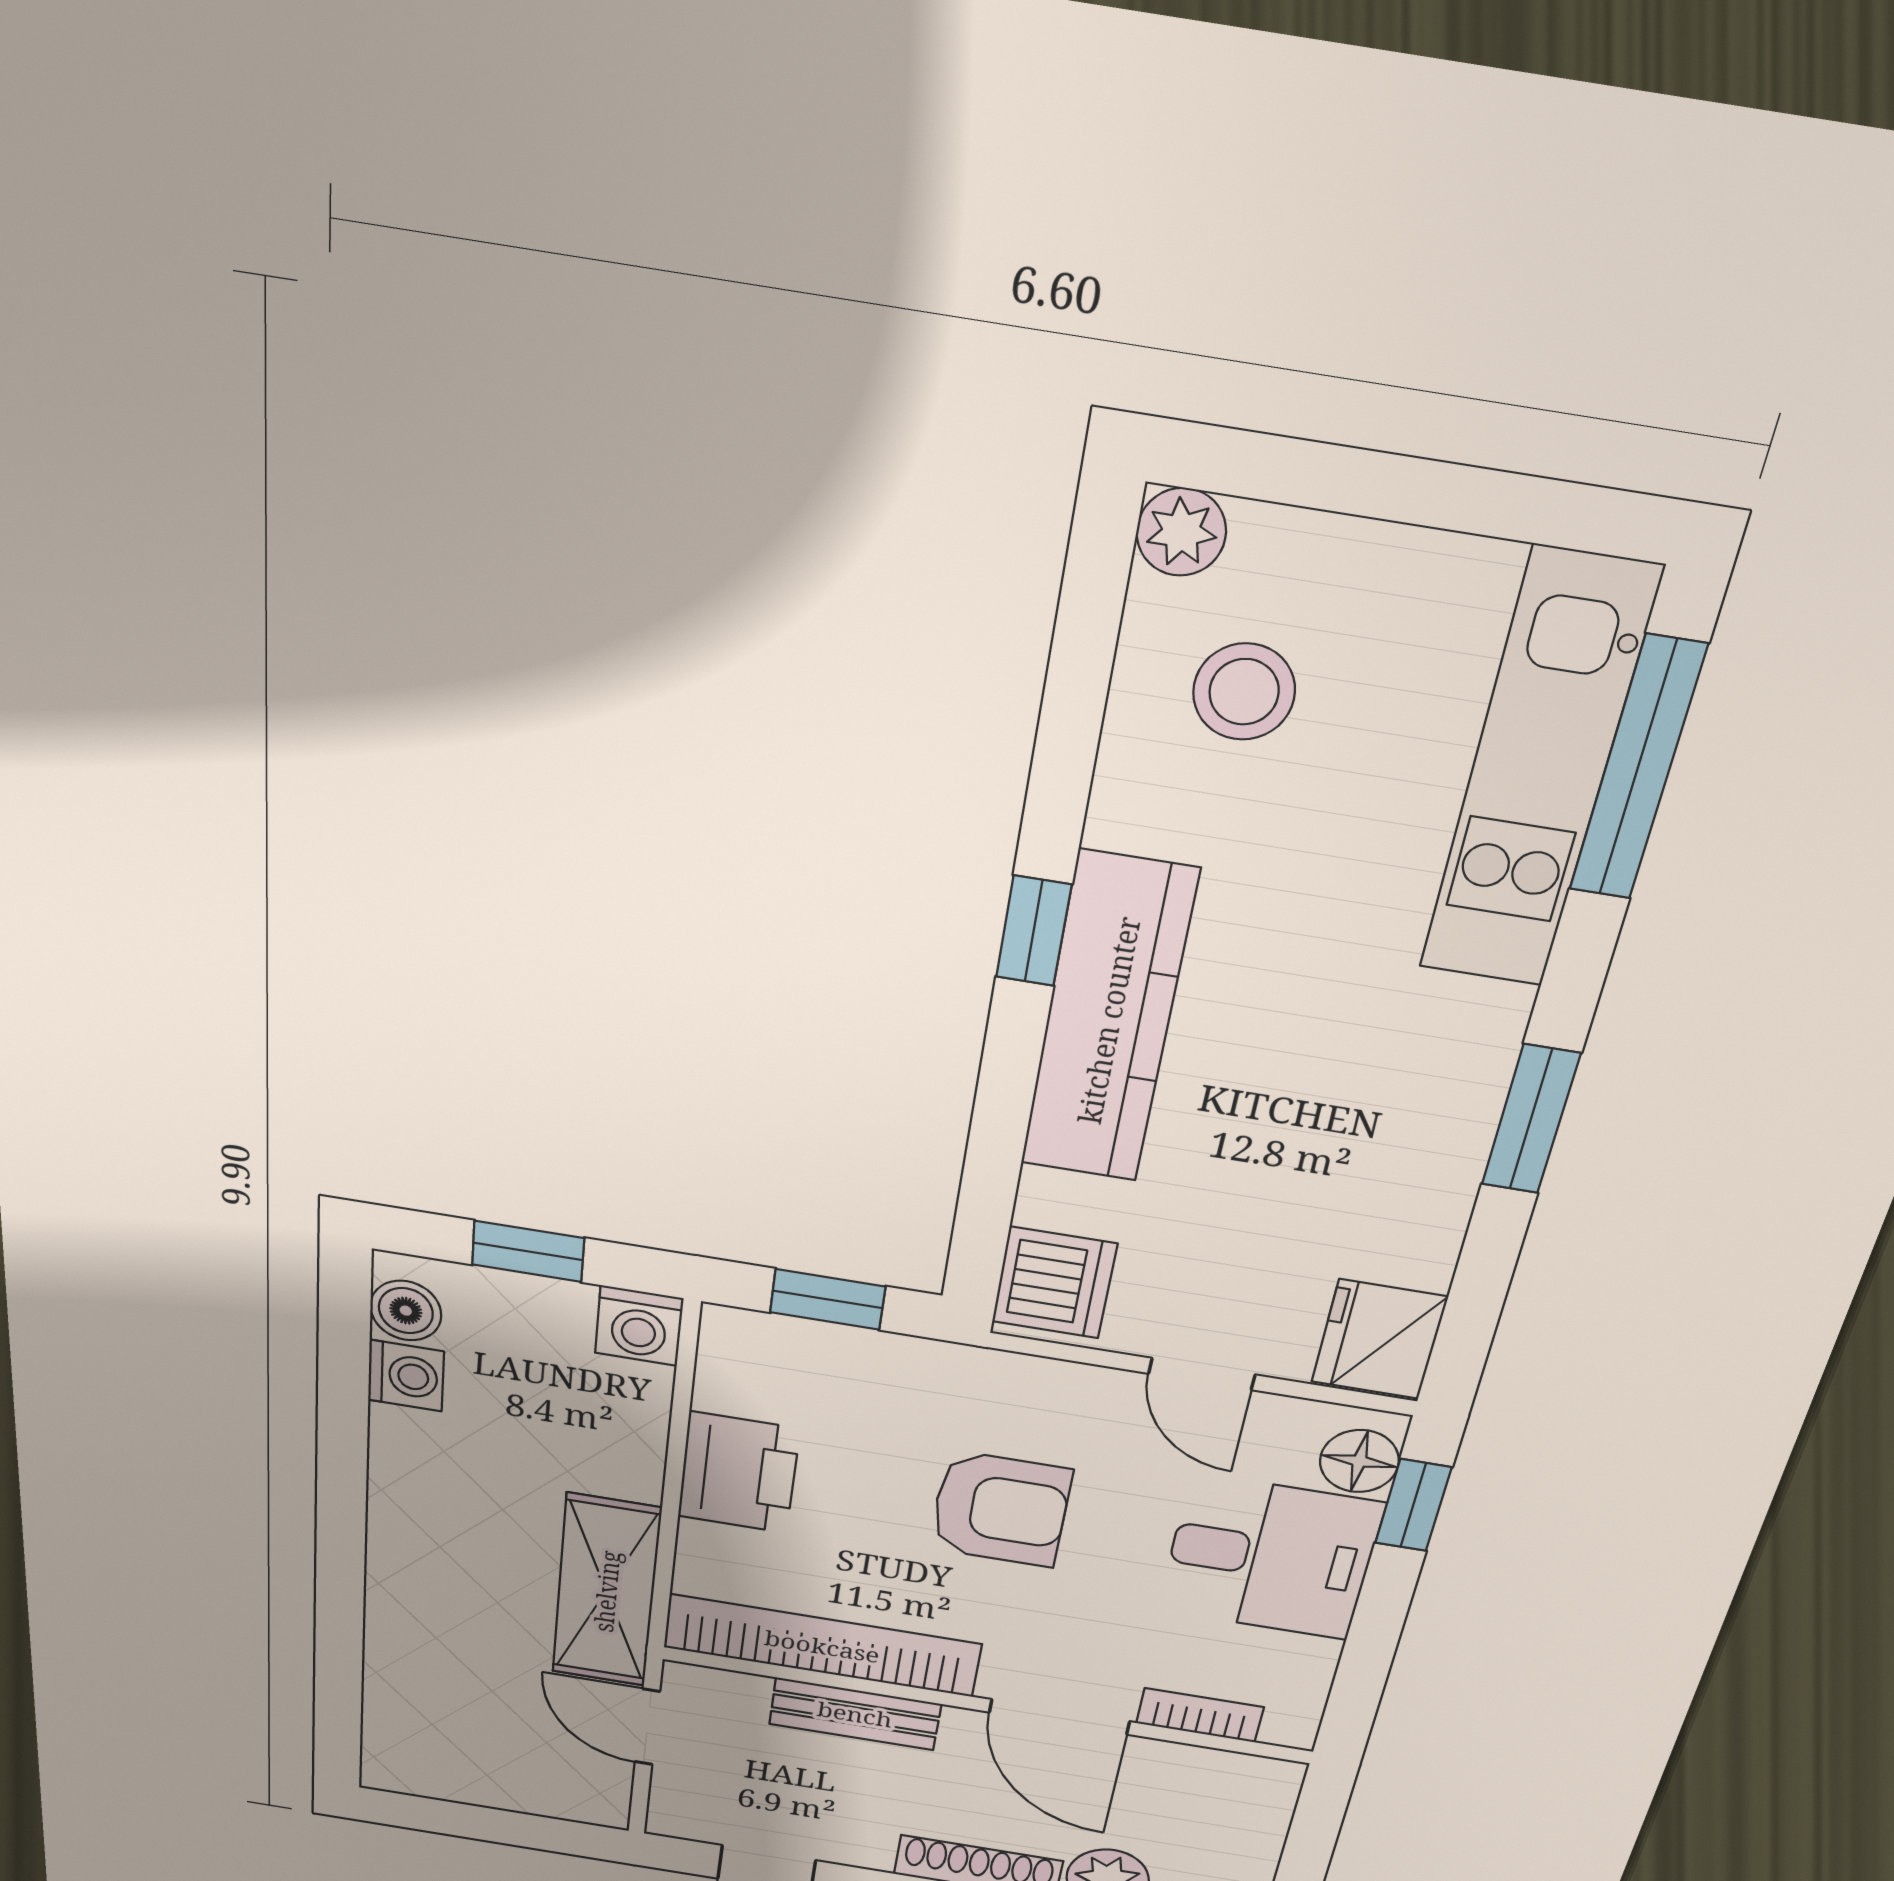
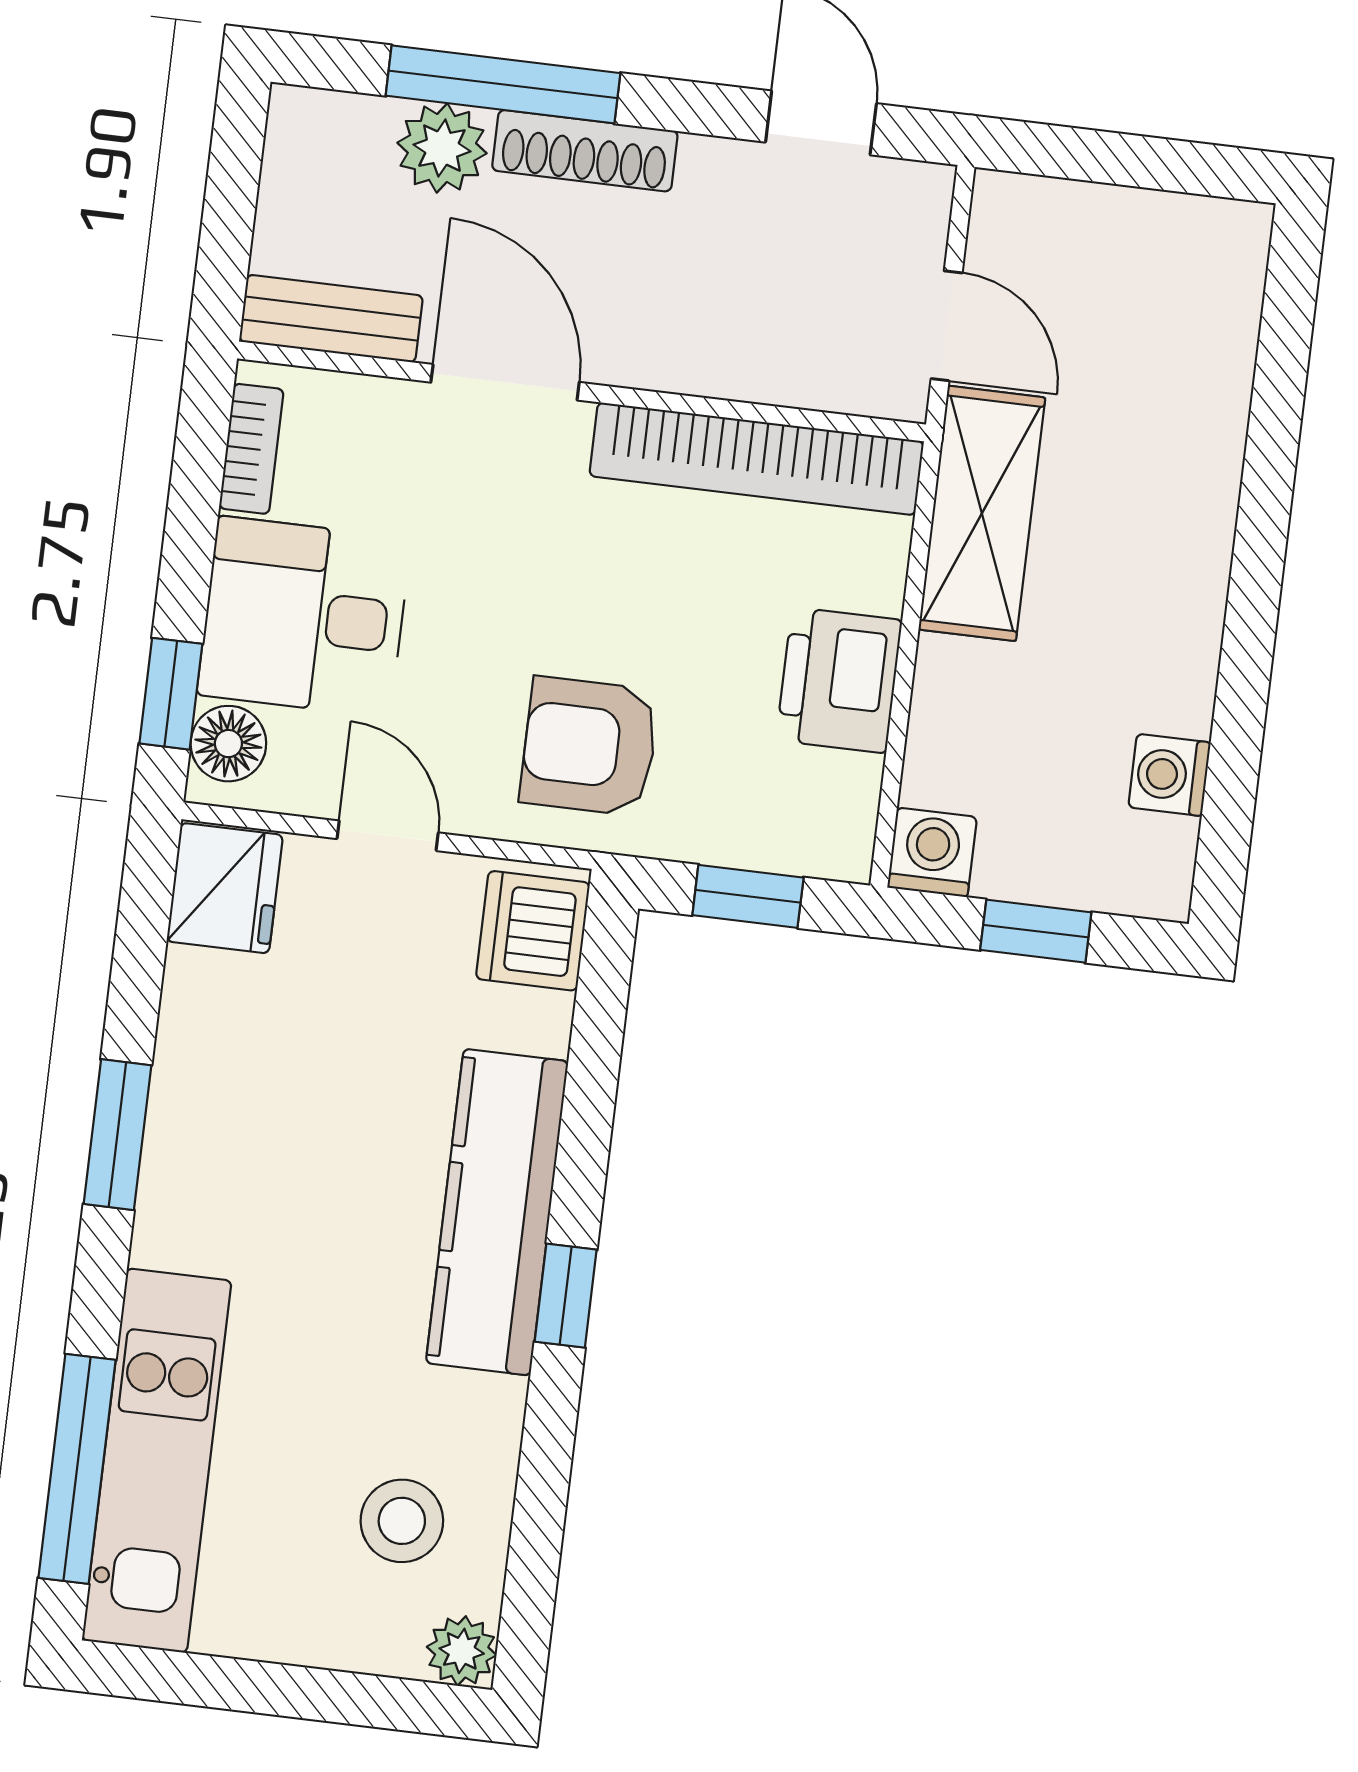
boiler: (406, 1311) -> (1162, 854), removed
armchair: (1000, 1509) -> (589, 746), moved
bench: (855, 1714) -> (331, 319), moved
bookcase: (1200, 1715) -> (251, 449), moved, turned -90

